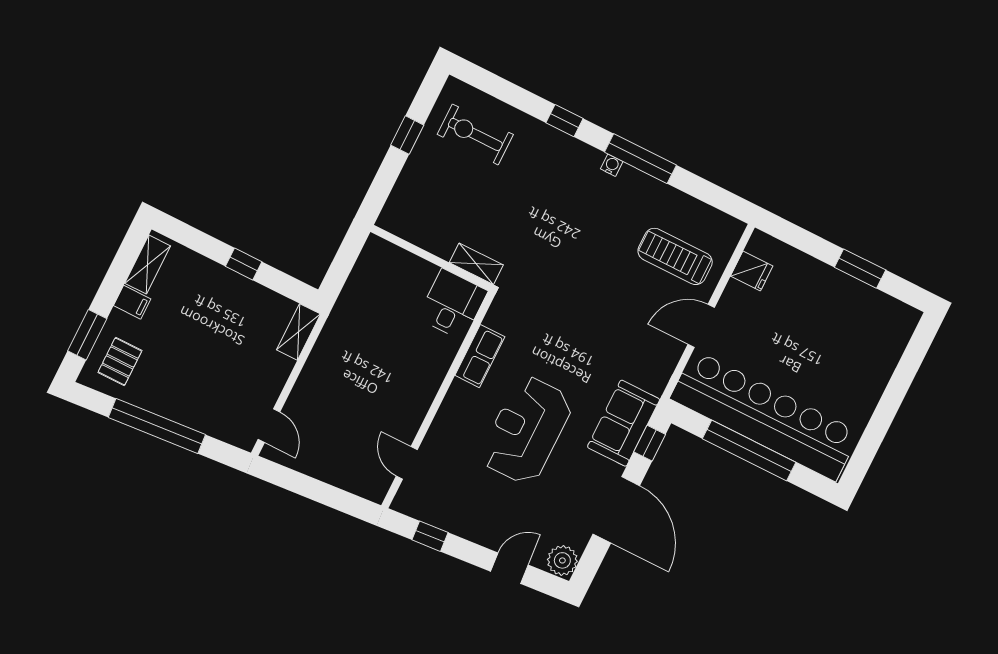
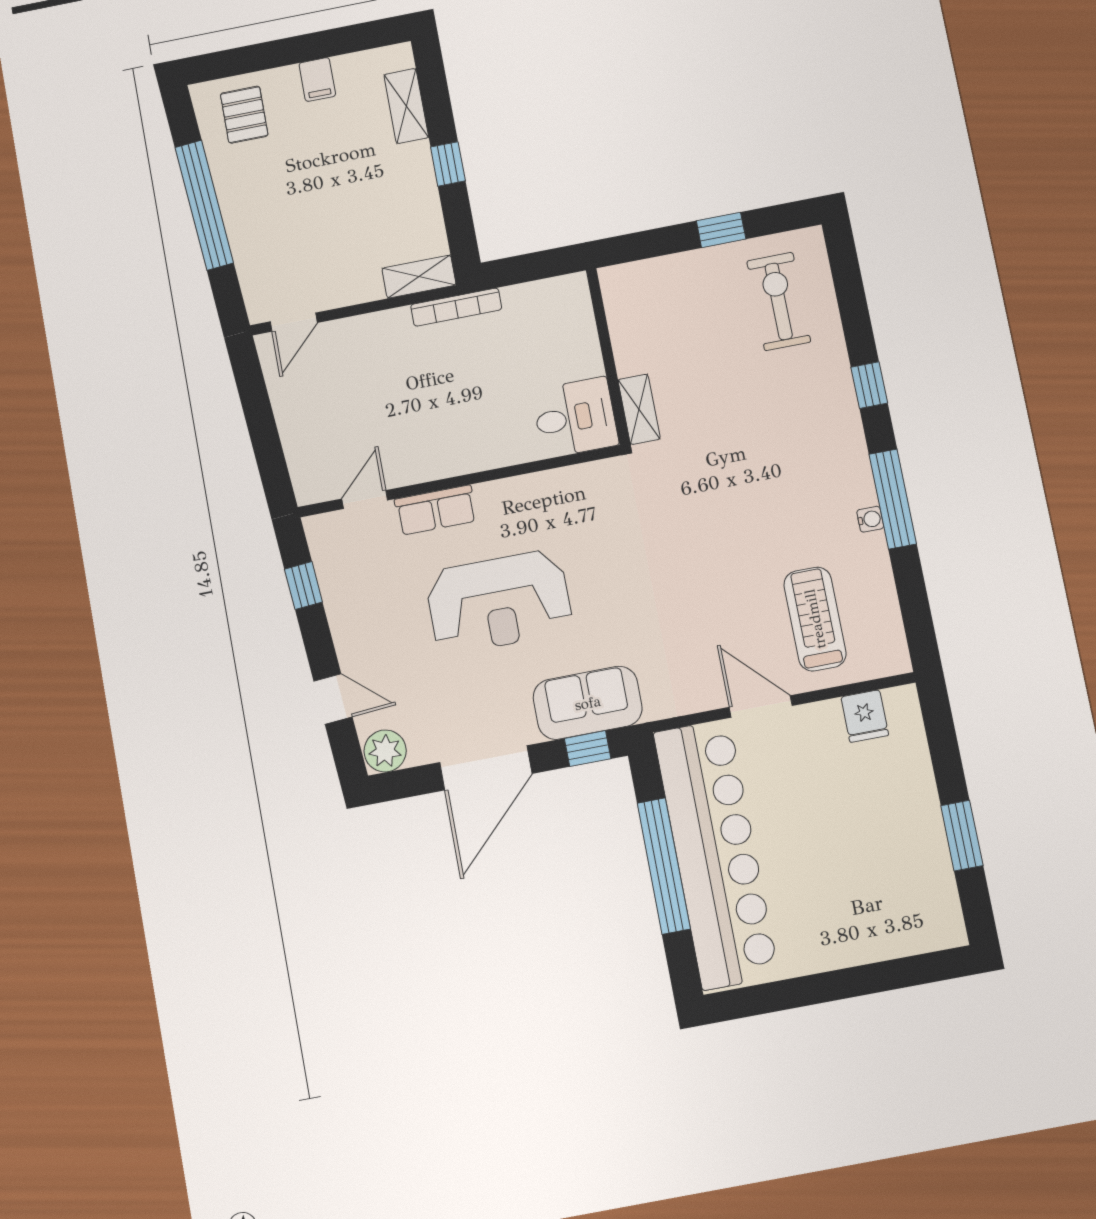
water cooler: (612, 165) -> (870, 519), moved
shelving: (148, 265) -> (406, 106), moved, turned 90
bookcase: (334, 324) -> (456, 307), added
window: (87, 335) -> (247, 60), removed
row of seats: (480, 356) -> (436, 510), moved
pallet: (120, 361) -> (244, 115), turned 90
reception desk: (526, 430) -> (499, 602), turned 180

